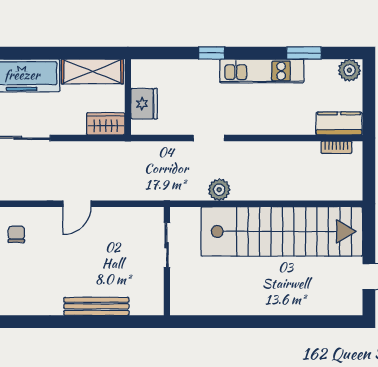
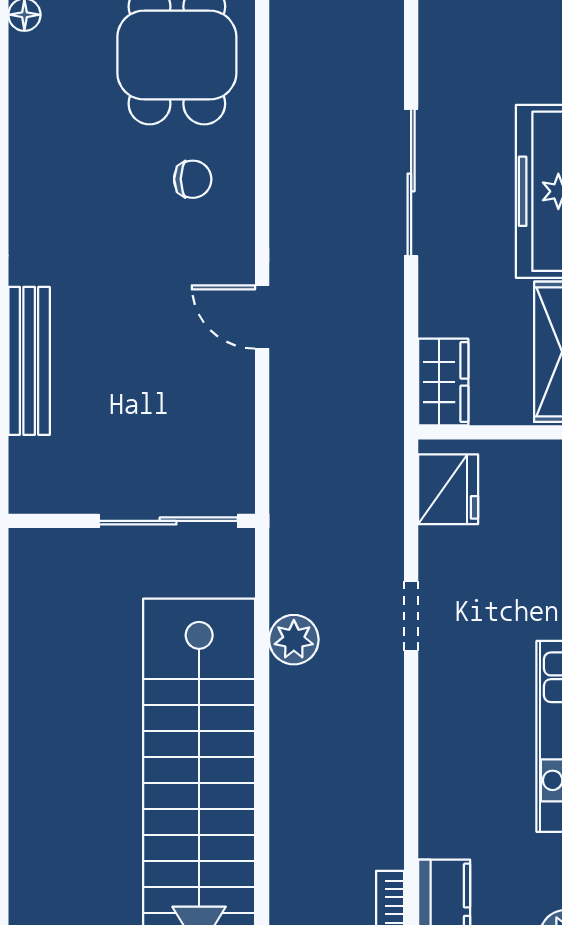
fridge: (144, 104) -> (448, 489), moved, turned -90
sliding door: (167, 245) -> (168, 521), width x1.37

